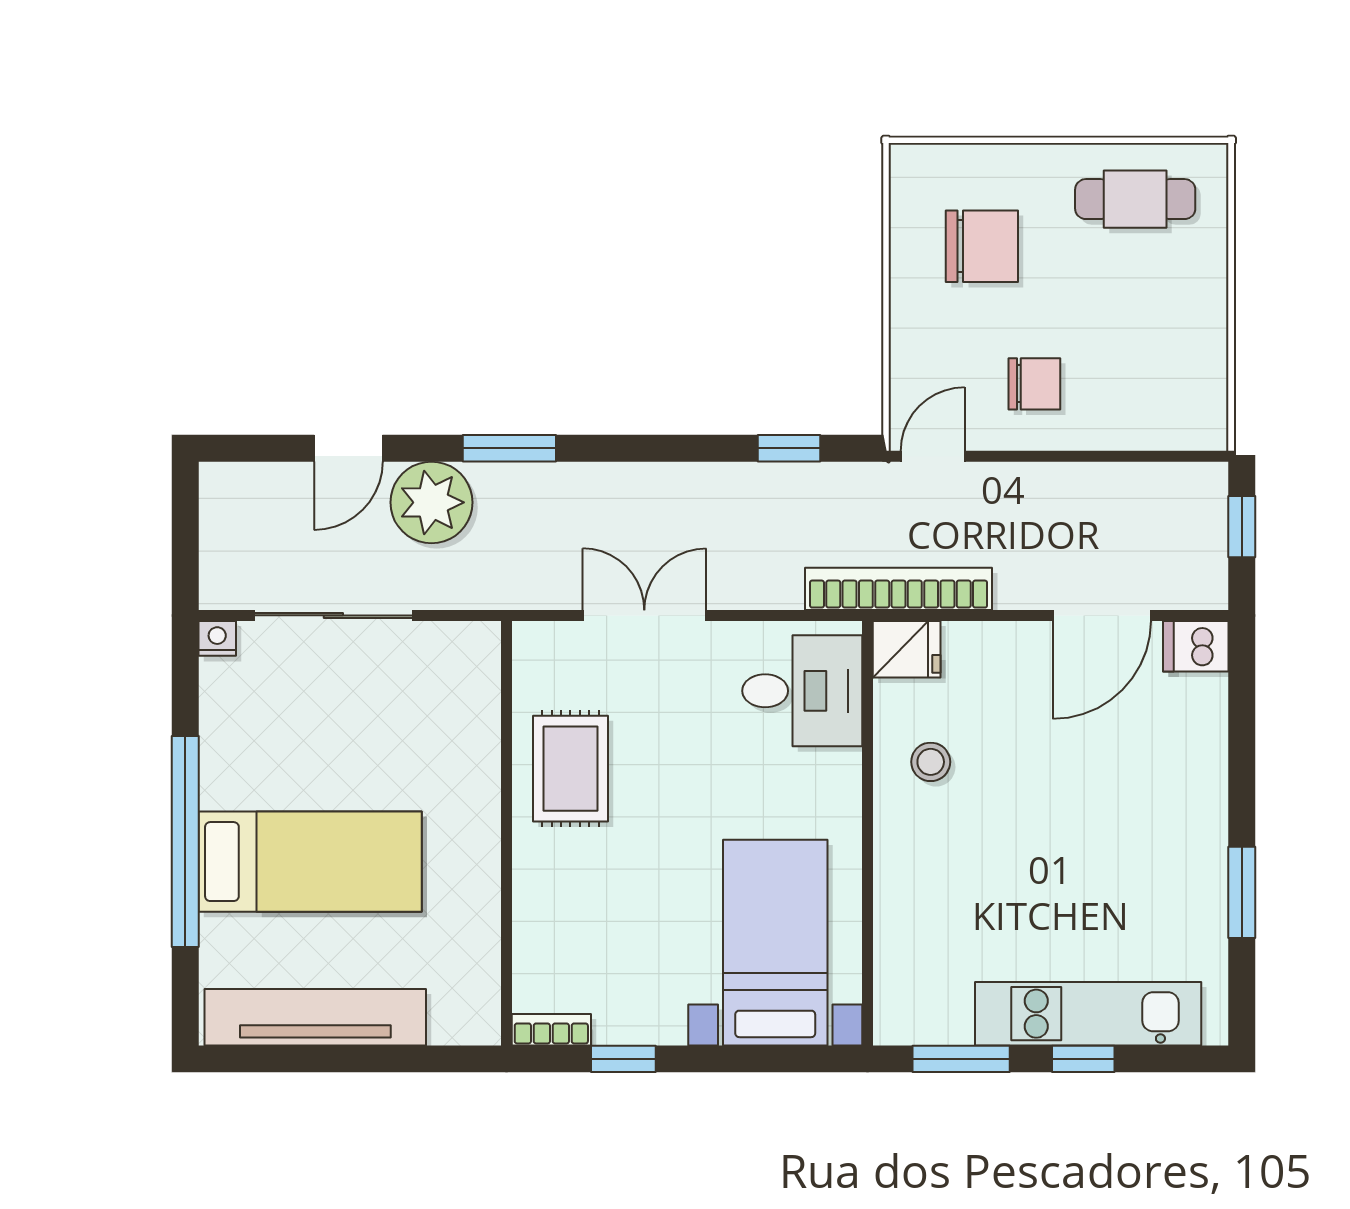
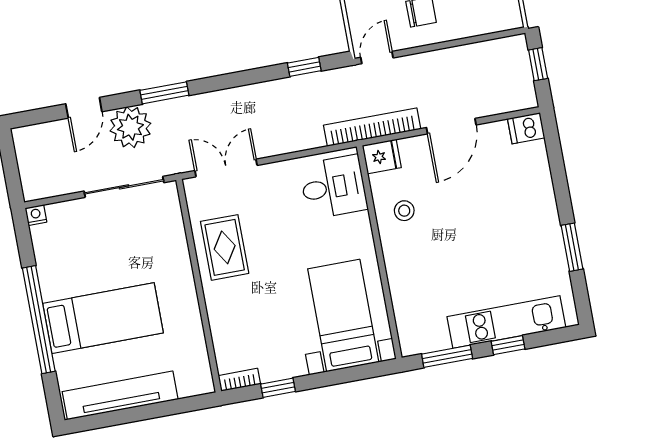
sliding door: (333, 615) -> (124, 187), moved
double door: (644, 615) -> (226, 168), moved
door: (1102, 615) -> (451, 126), moved

